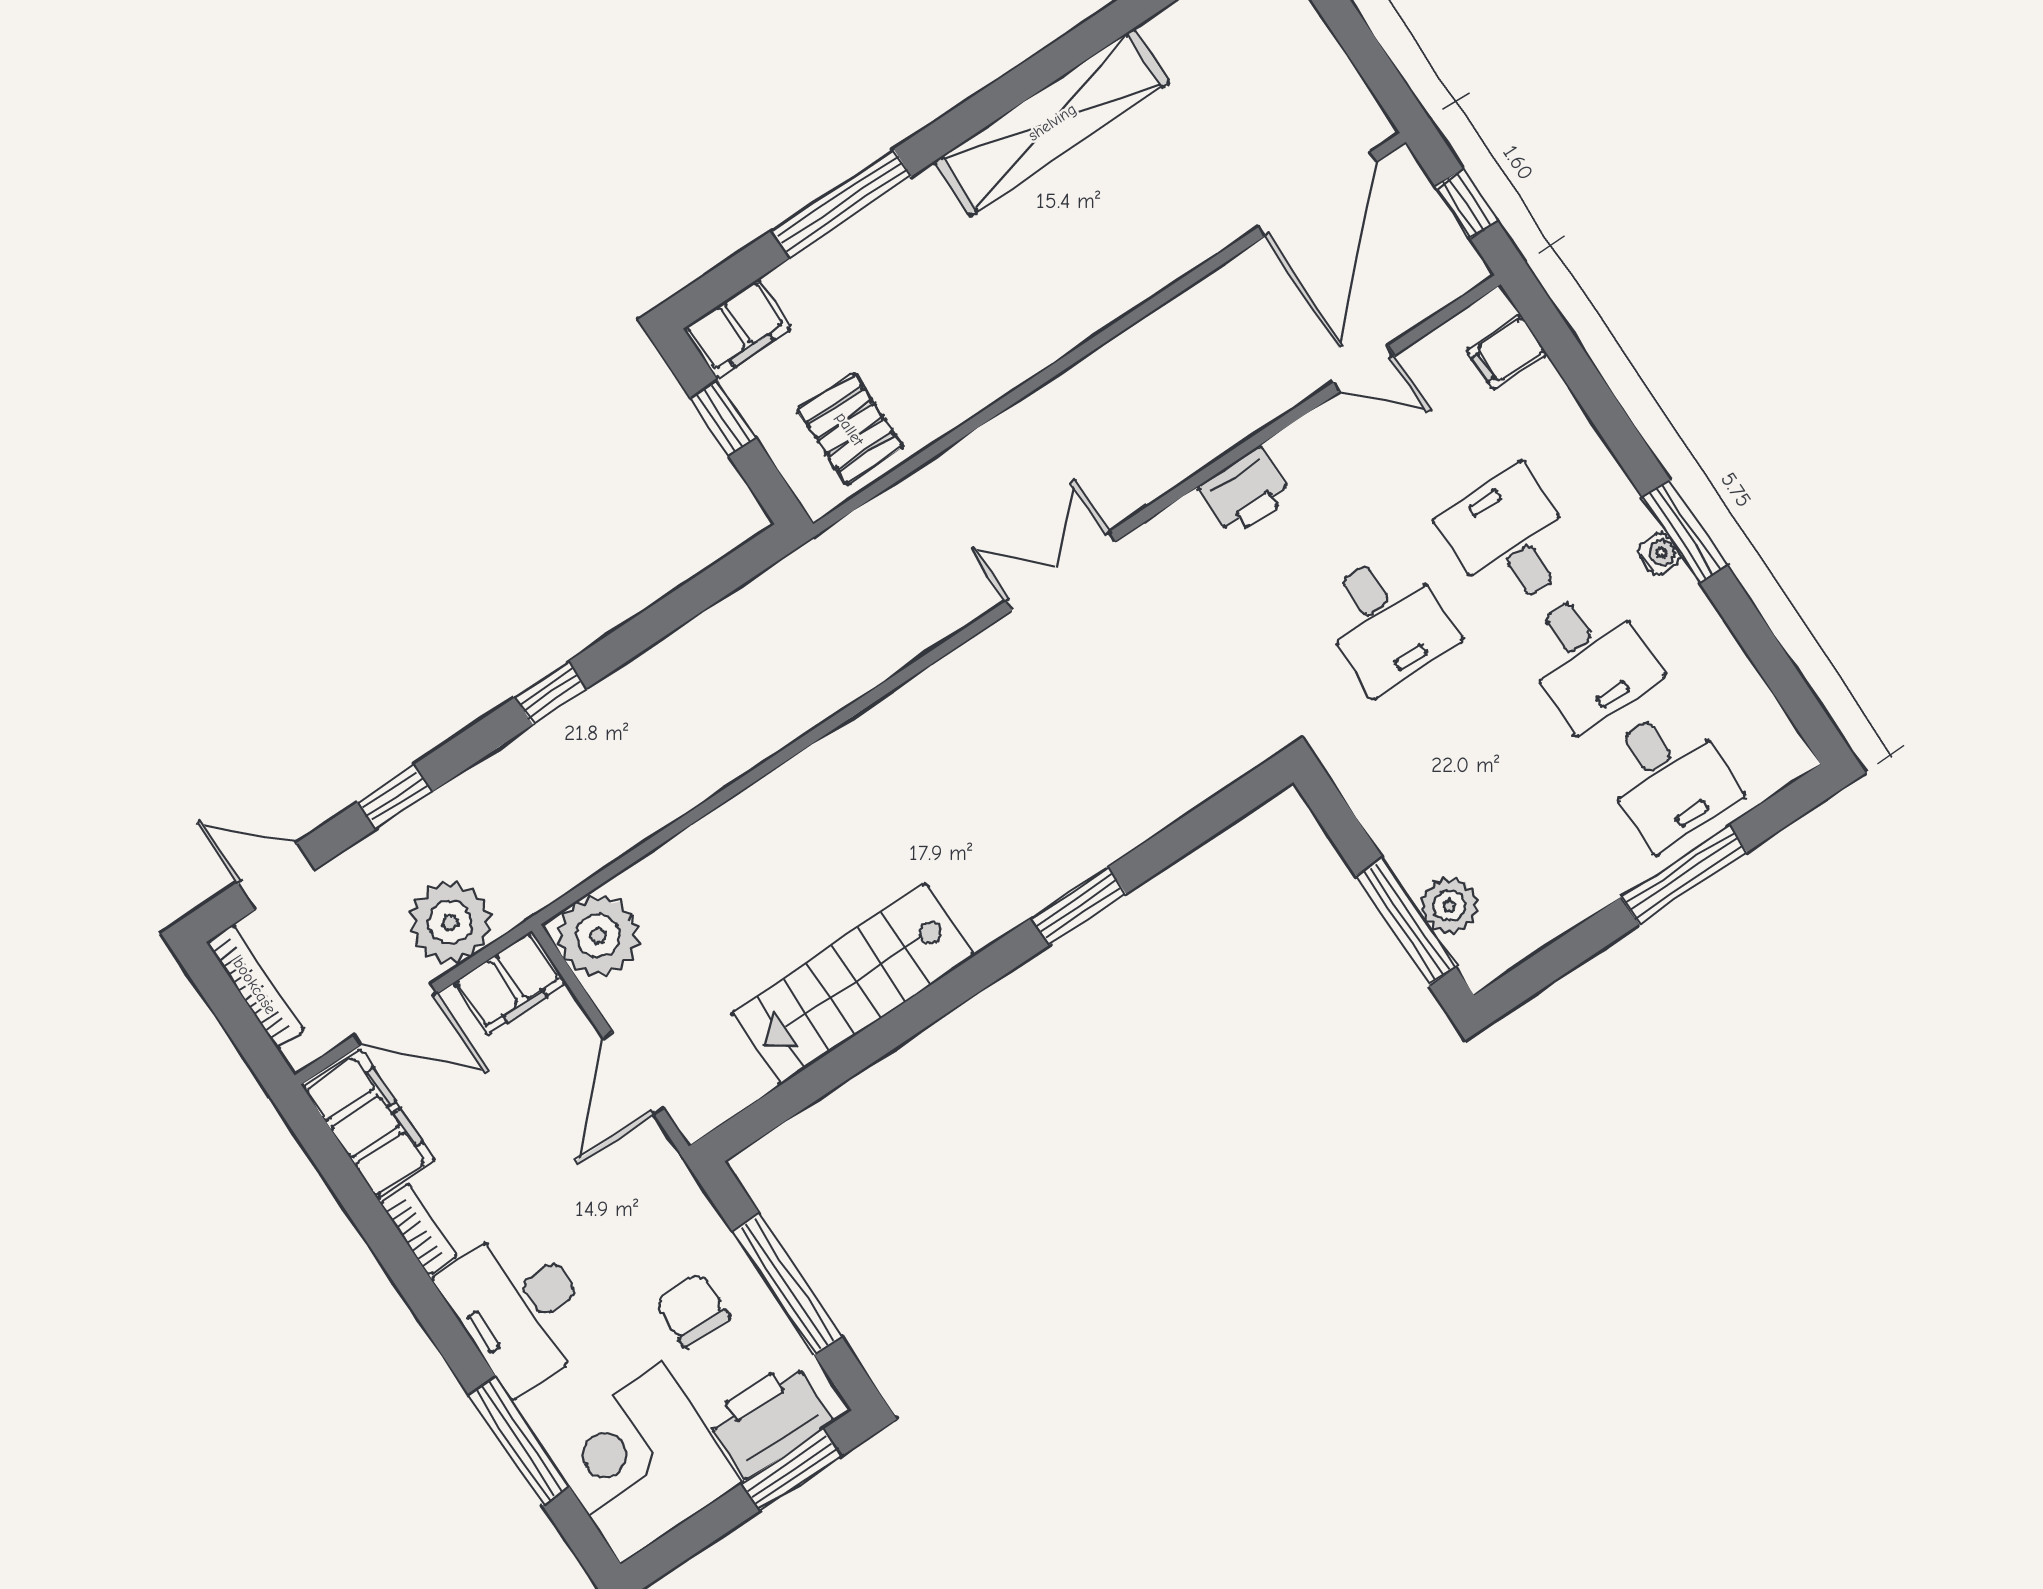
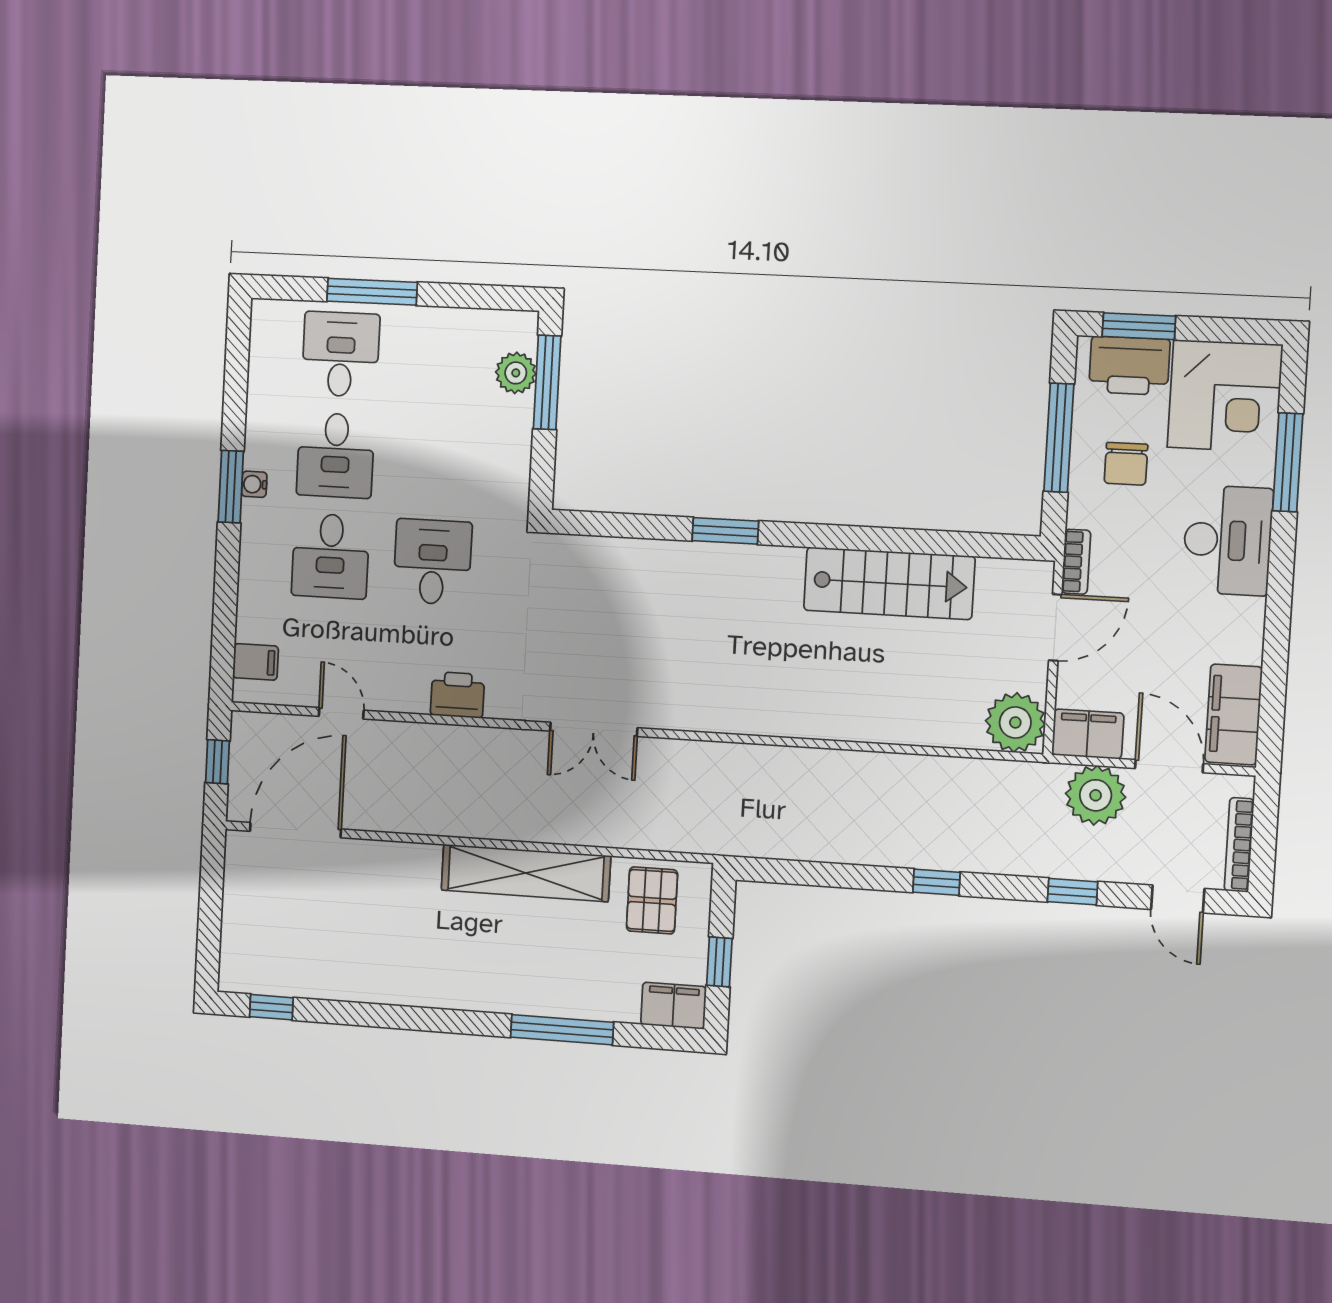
shelving: (1052, 122) -> (526, 873), moved
desk: (1589, 658) -> (336, 455), turned 180
bookcase: (419, 1230) -> (1076, 562), moved, turned 180

